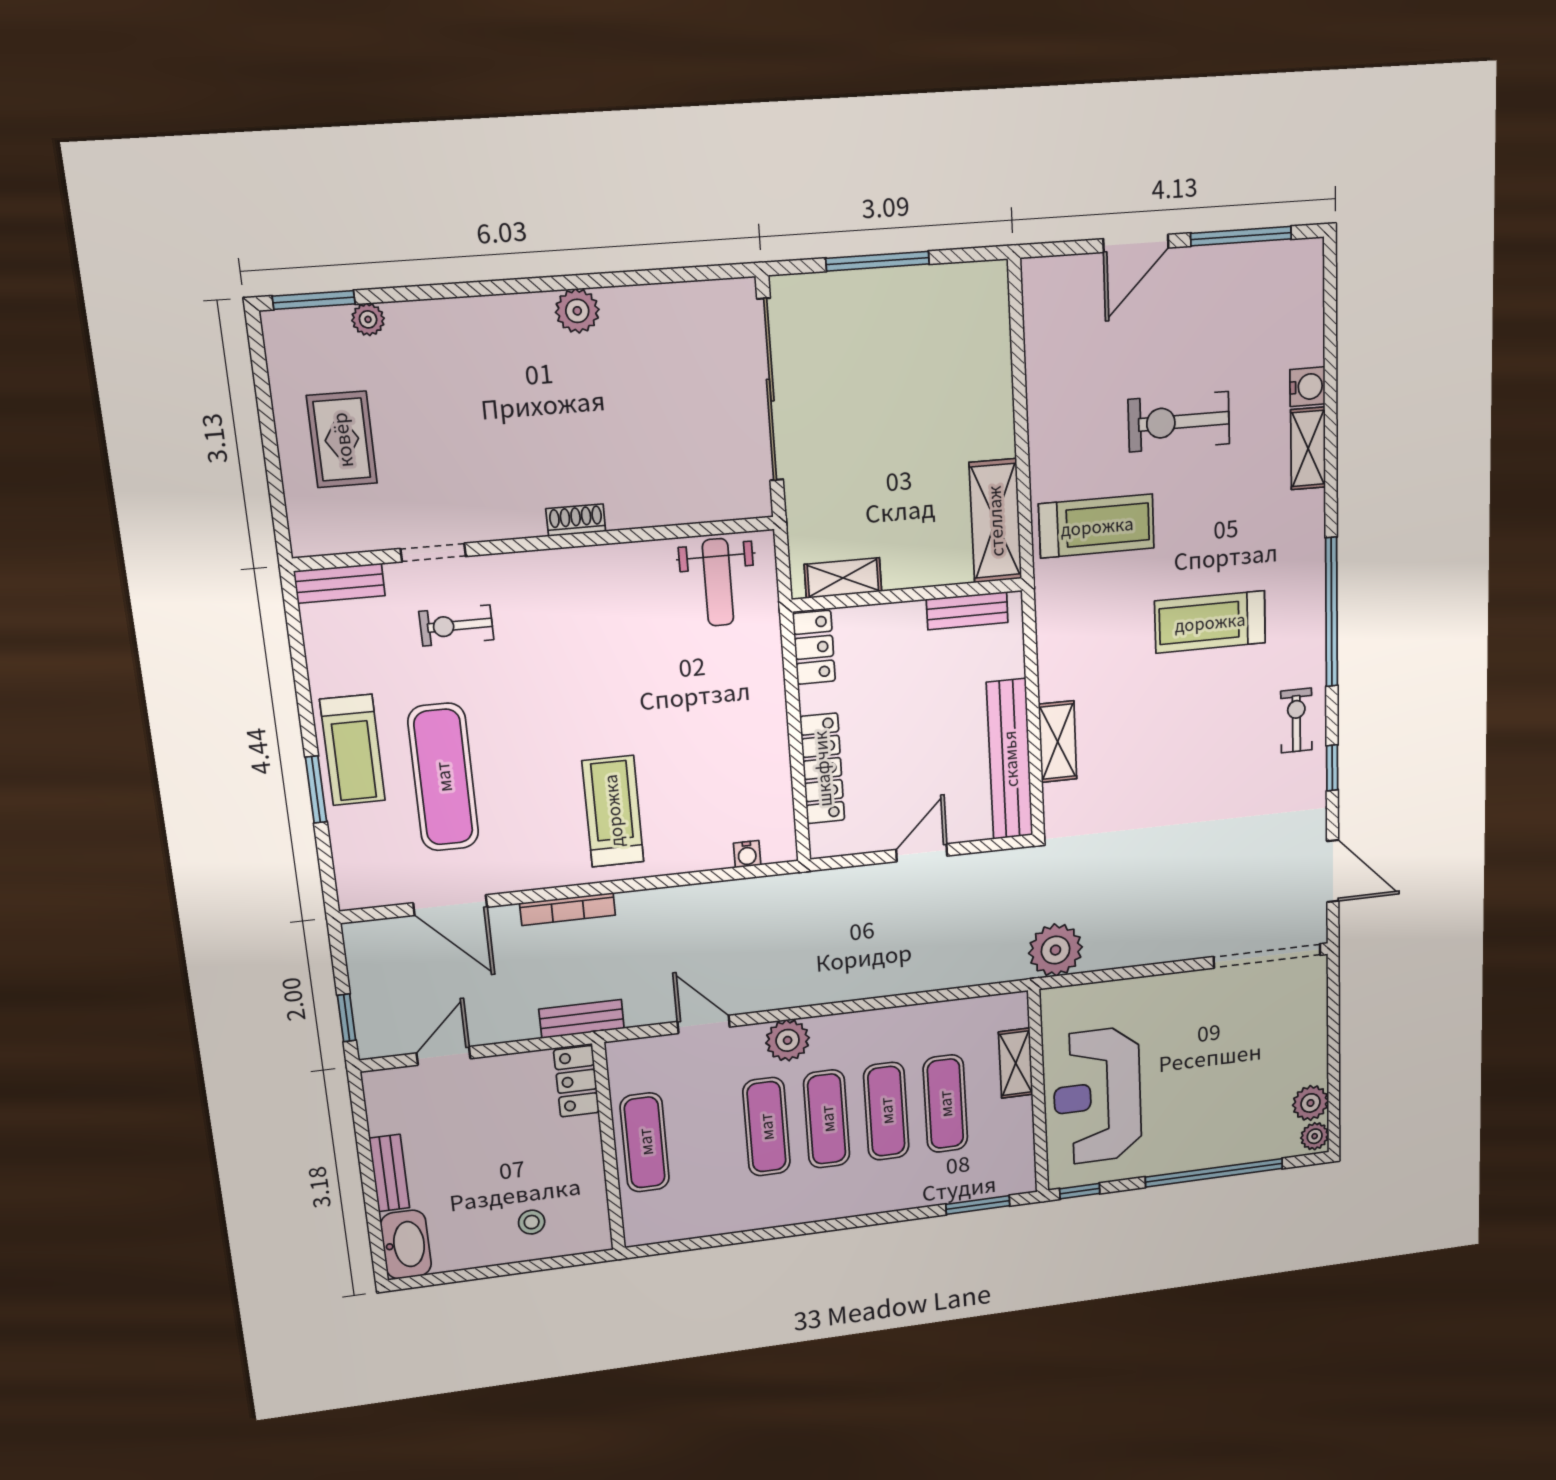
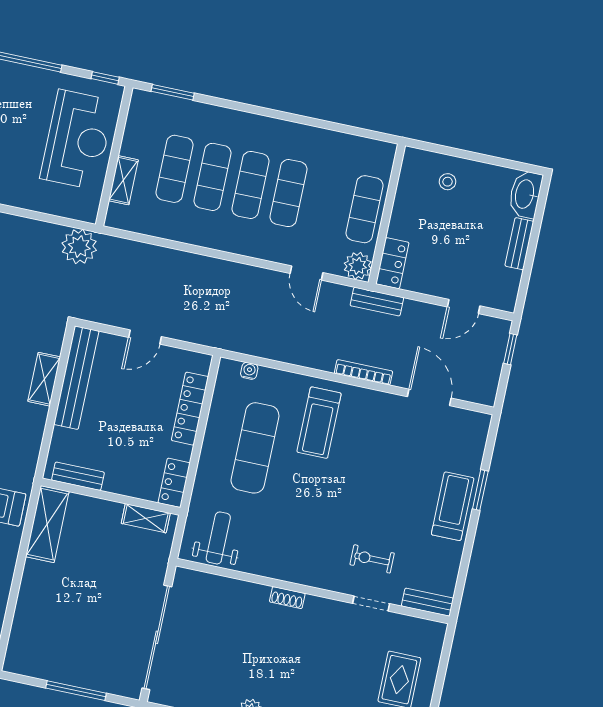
exercise bike: (456, 626) -> (372, 559), turned 180
exercise mat: (443, 777) -> (255, 448), moved
plant: (788, 1040) -> (358, 266), moved

